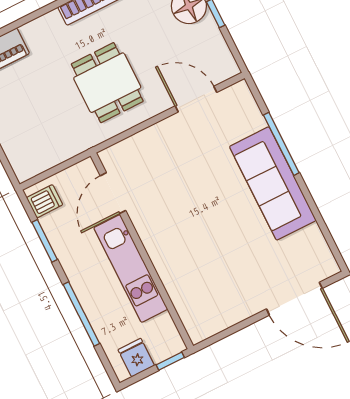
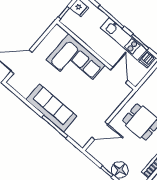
corner sofa: (188, 254) -> (76, 62), added
kitchen unit: (131, 269) -> (124, 39), moved, turned 180

